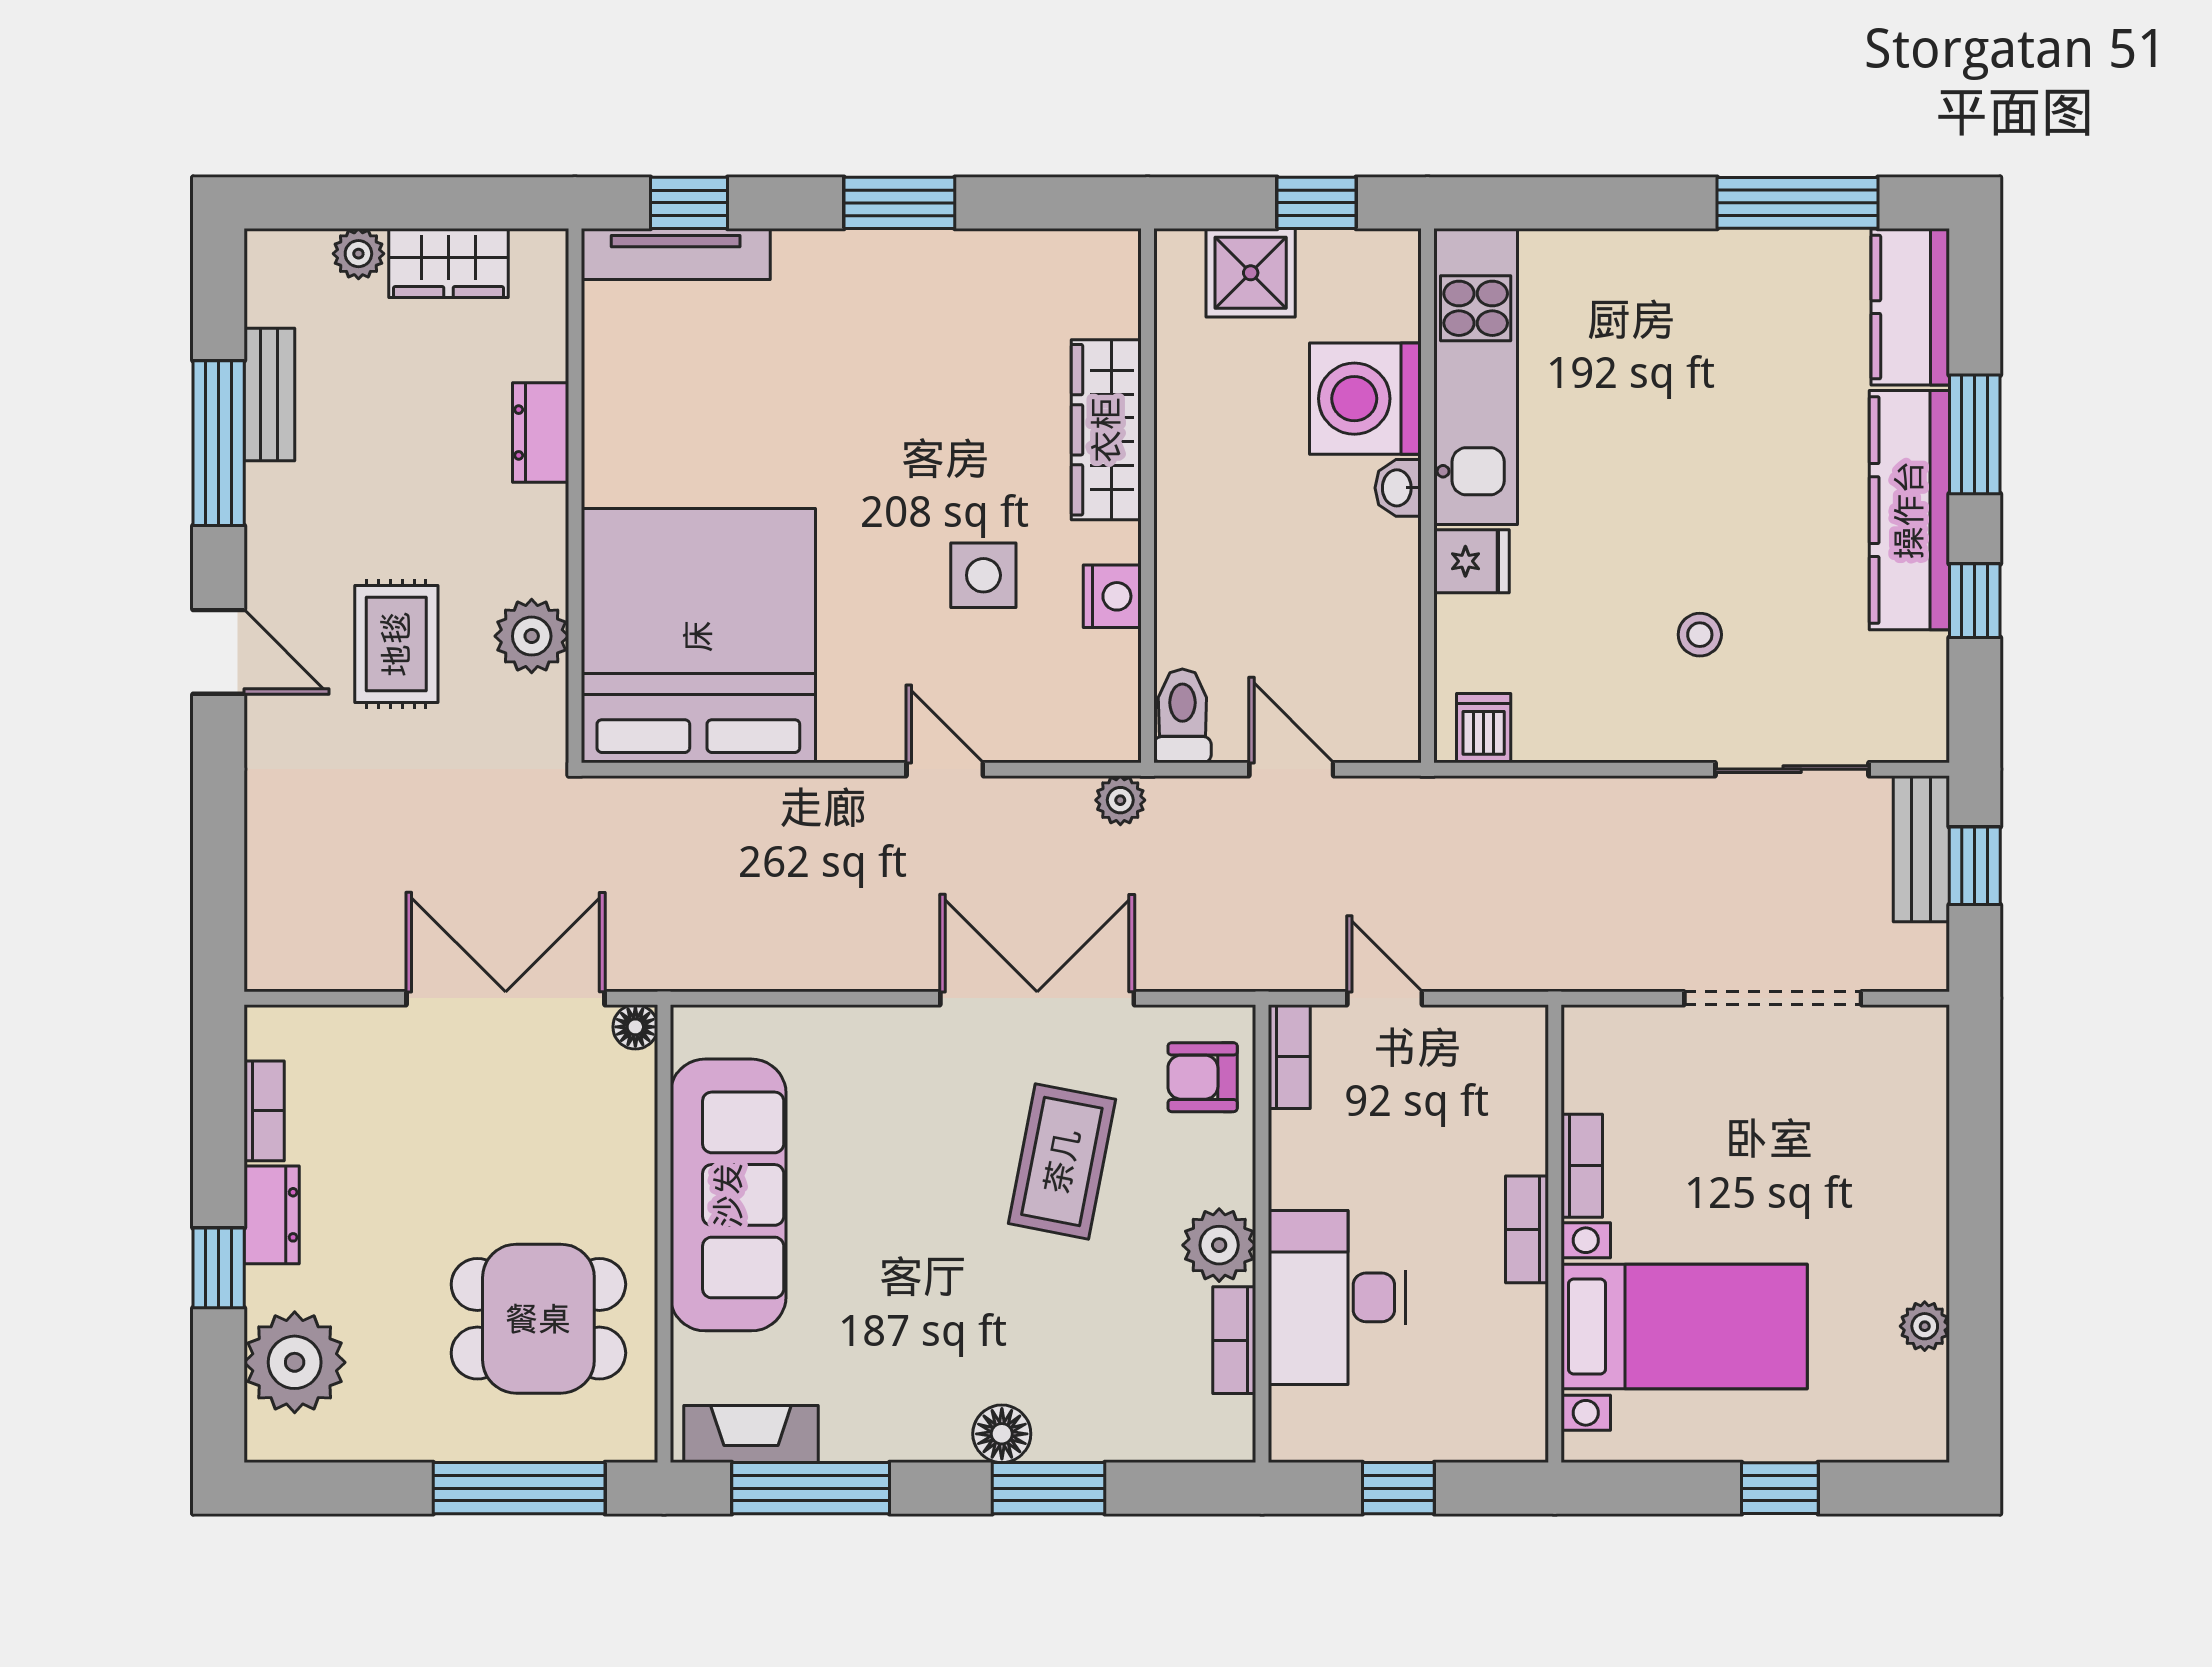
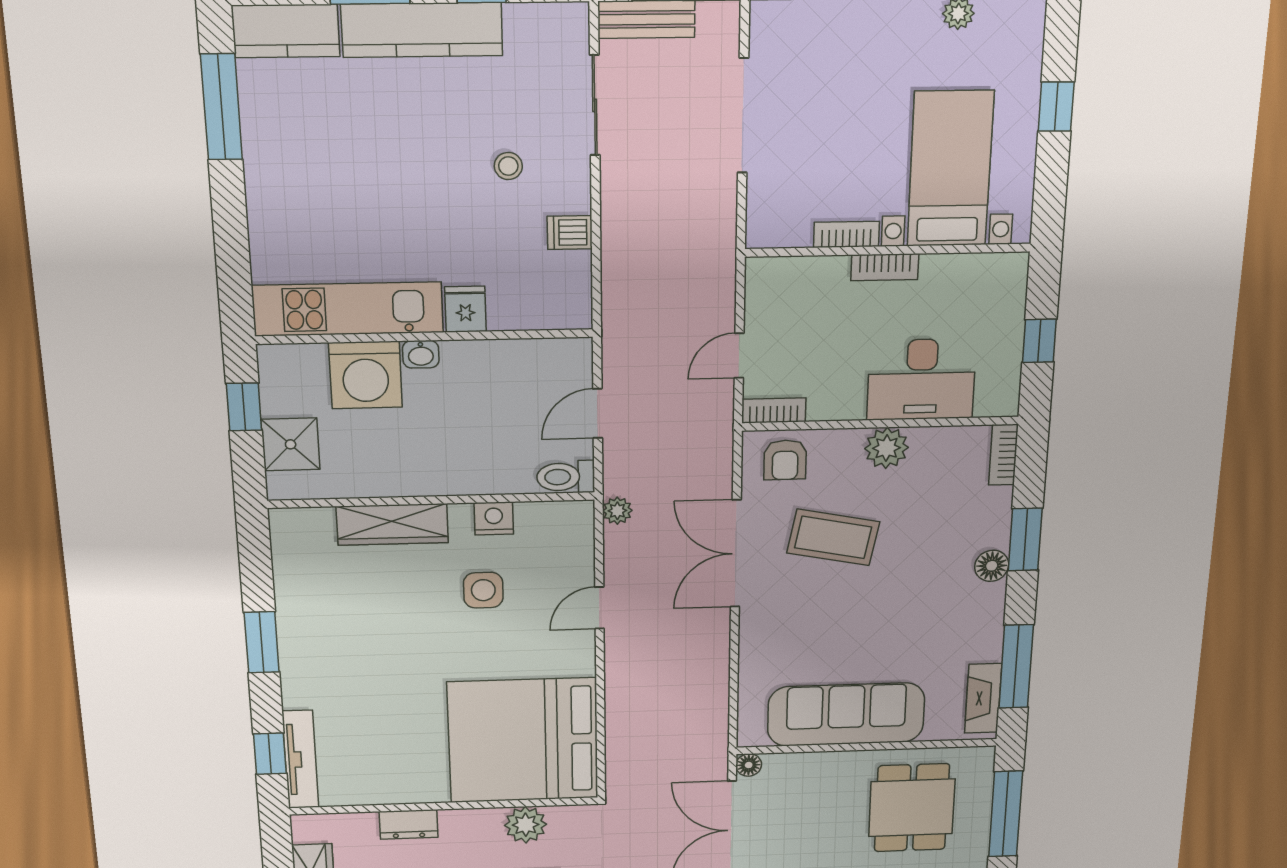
dishwasher: (1484, 728) -> (570, 232), moved
bookcase: (1234, 1340) -> (1003, 455), moved, turned 90

